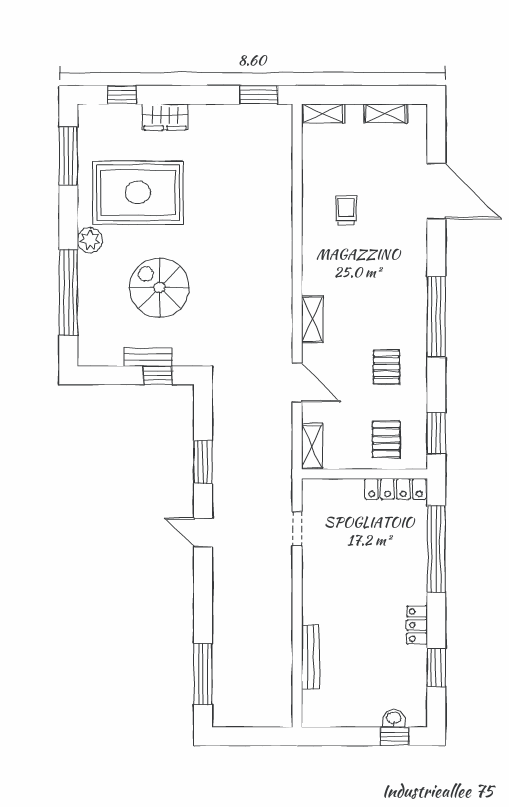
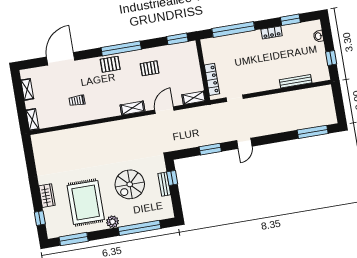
window: (259, 95) -> (29, 152), removed
pallet: (386, 439) -> (110, 64), moved
locker: (395, 489) -> (212, 79), moved
window: (395, 736) -> (331, 58), moved

